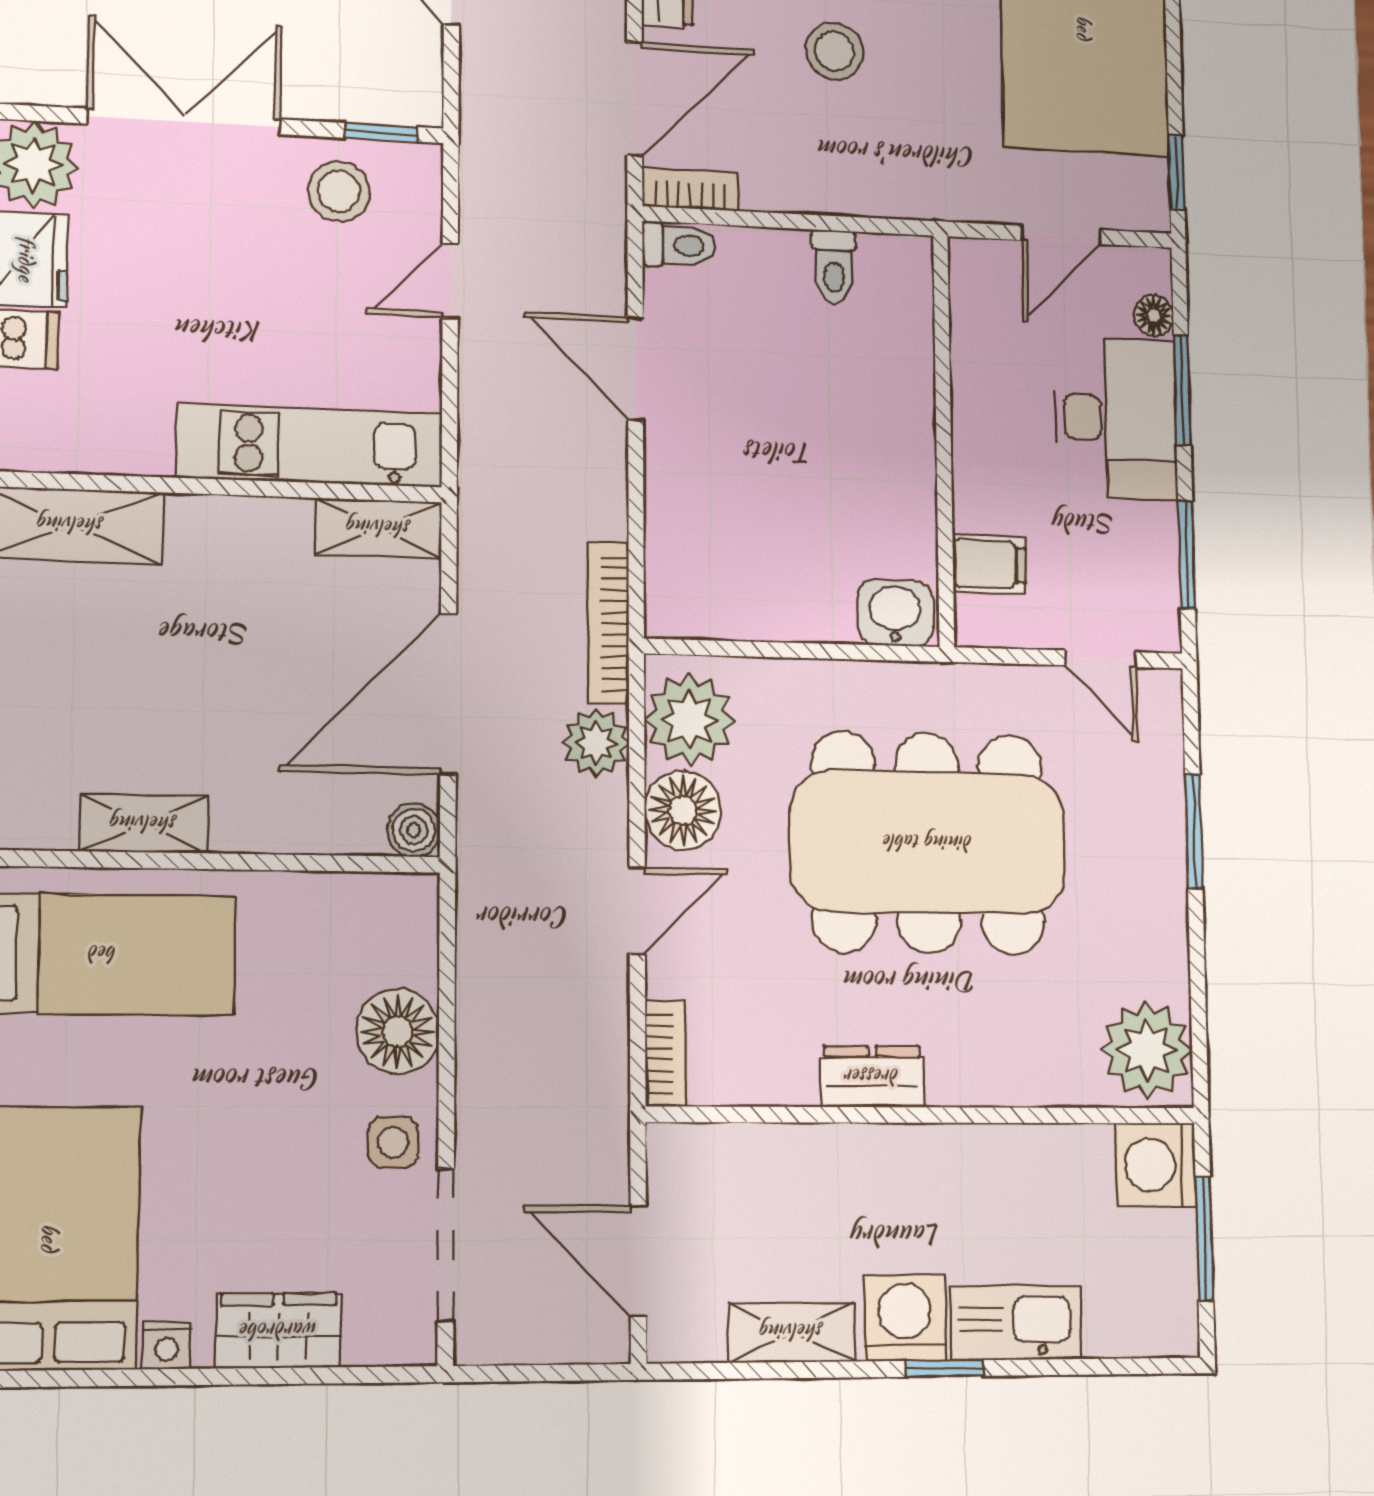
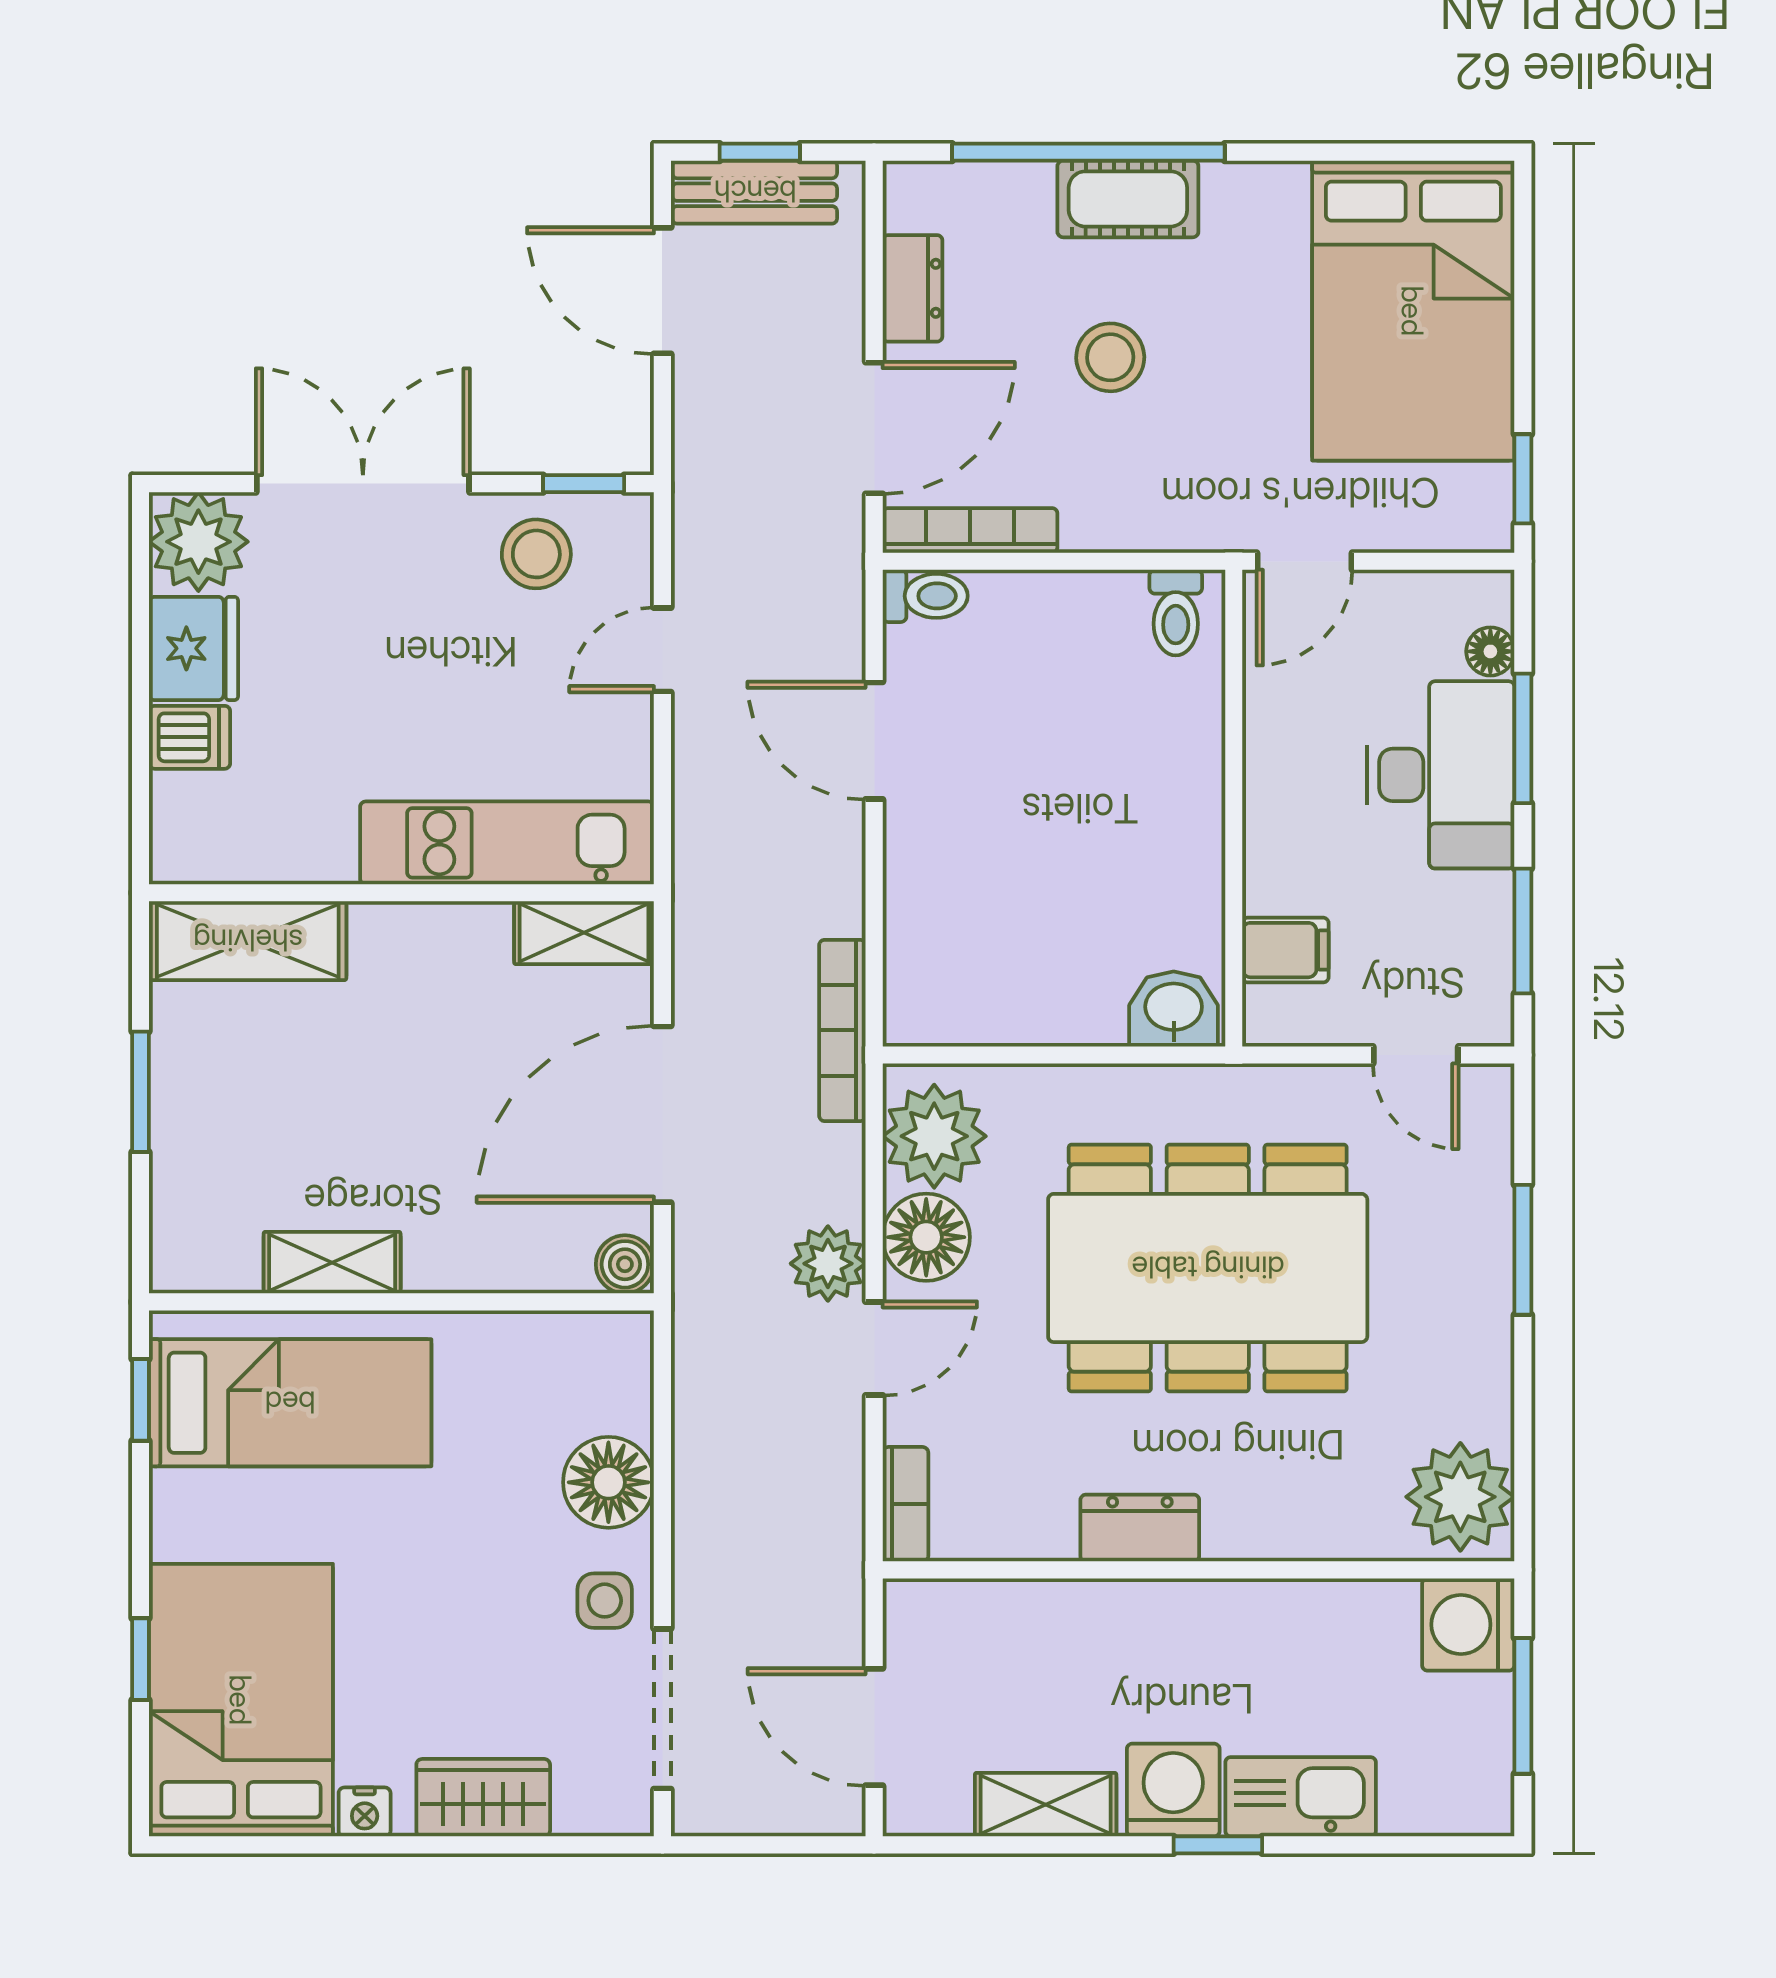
bookcase: (690, 189) -> (970, 530), width x1.56
door: (1061, 235) -> (1304, 561), moved
toilet: (834, 267) -> (1176, 613), moved
plant: (596, 743) -> (828, 1264), moved

